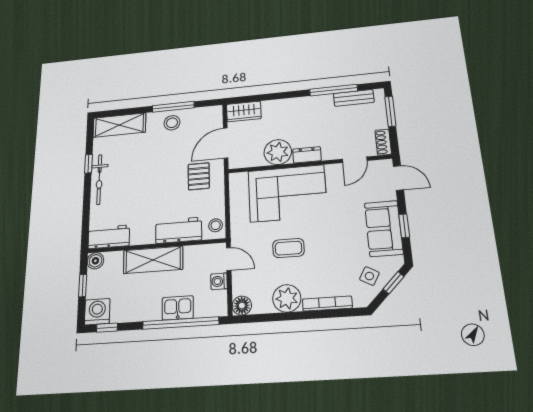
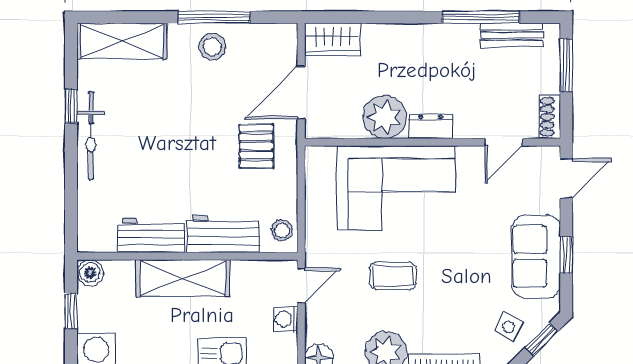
door: (398, 178) -> (566, 178), hinge flipped
workbench: (109, 237) -> (151, 235), moved
door: (229, 259) -> (301, 286), hinge flipped

